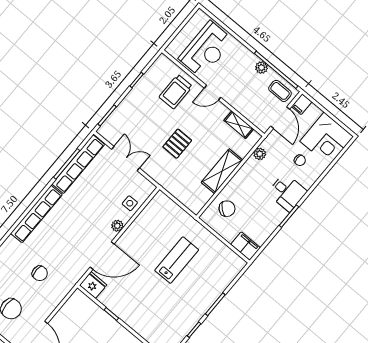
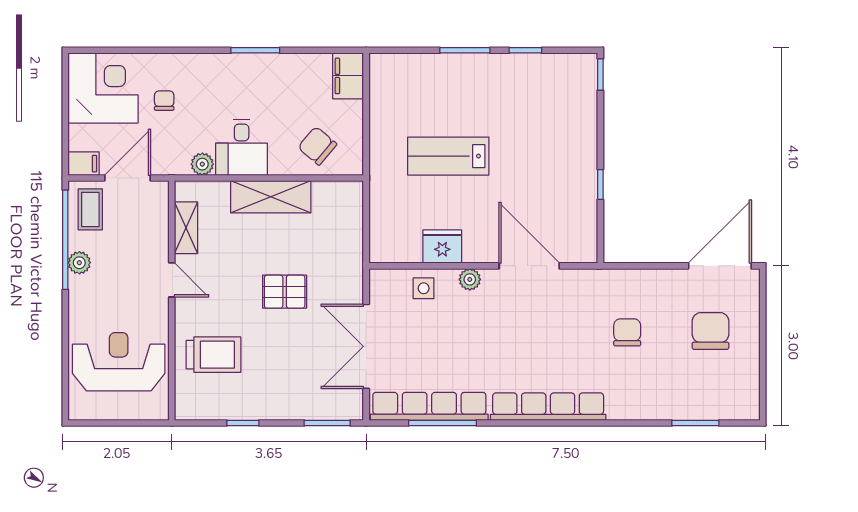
door: (212, 93) -> (172, 280), moved
double door: (126, 159) -> (366, 346), width x1.37
desk: (287, 192) -> (242, 148), moved, turned 180
fridge: (93, 285) -> (442, 247), moved, turned 90

